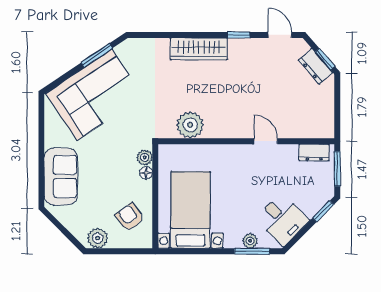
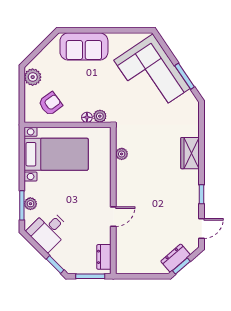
wardrobe: (199, 49) -> (190, 153), width x0.67
plant: (190, 125) -> (122, 154), width x0.53, depth x0.53

